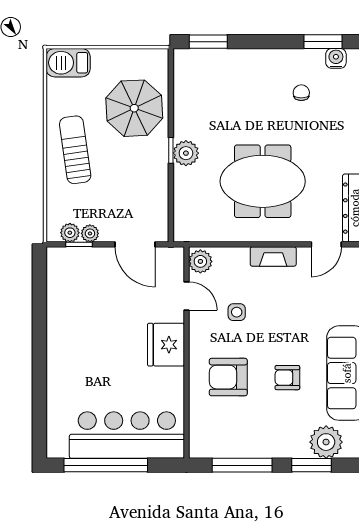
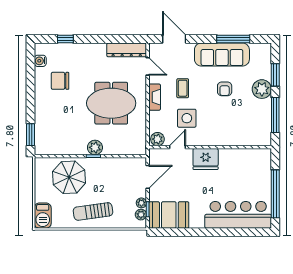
window: (323, 42) -> (31, 68), removed
chair: (301, 93) -> (60, 81), width x1.87, depth x1.87
meeting table: (263, 181) -> (111, 103), turned 90
booth: (69, 281) -> (169, 215), added
coffee table: (289, 305) -> (183, 88), added
side table: (237, 312) -> (187, 118), width x1.87, depth x1.87
armchair: (228, 377) -> (224, 123), removed
bar counter: (127, 435) -> (238, 215), moved, turned 90
plant: (326, 442) -> (262, 89), moved

